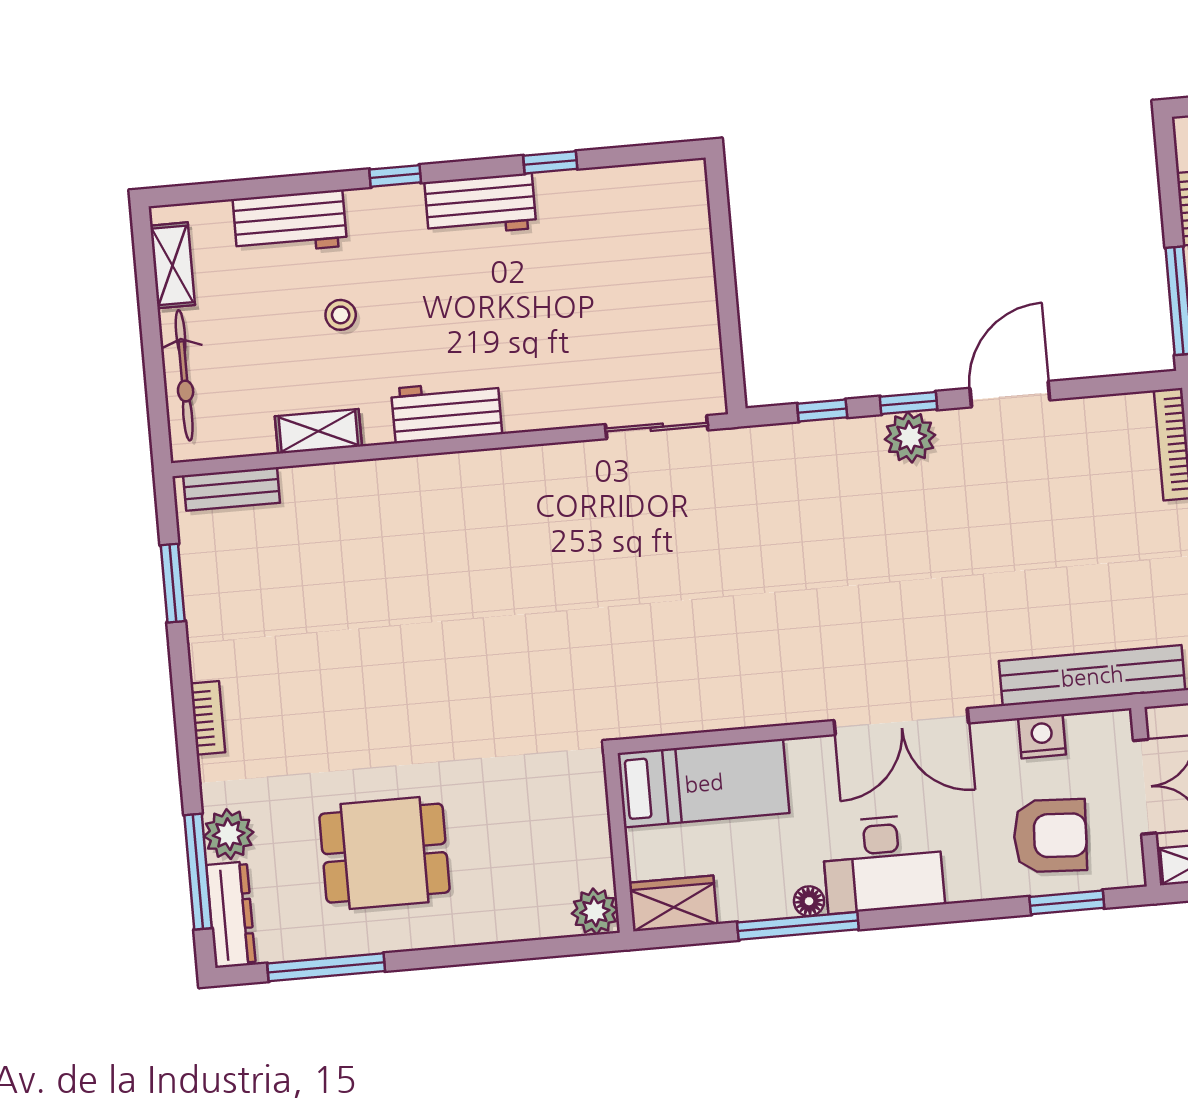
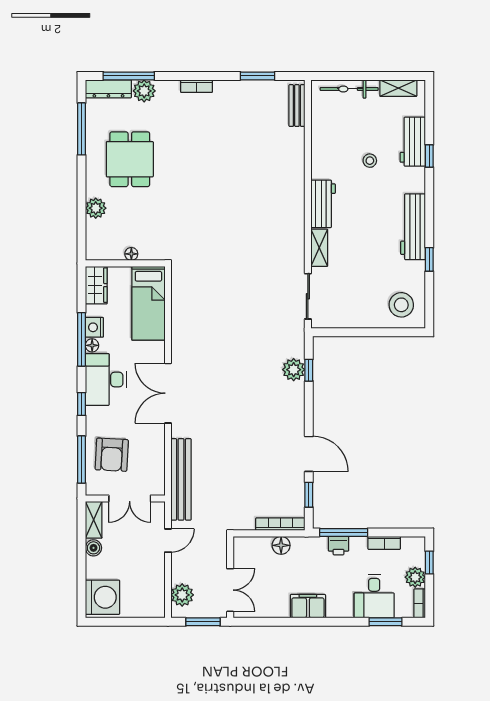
window: (395, 176) -> (429, 156), moved
workbench: (480, 205) -> (413, 227), width x1.38
stool: (658, 216) -> (401, 305), added
window: (909, 403) -> (309, 495), moved
shelving: (318, 431) -> (319, 248), moved
plant: (910, 437) -> (294, 370), moved
nightstand: (1042, 736) -> (94, 327), moved, turned 180
floor lamp: (597, 831) -> (131, 254), added
window: (1067, 902) -> (82, 459), width x1.44
plant: (595, 912) -> (96, 208), moved
window: (943, 913) -> (82, 404), added

